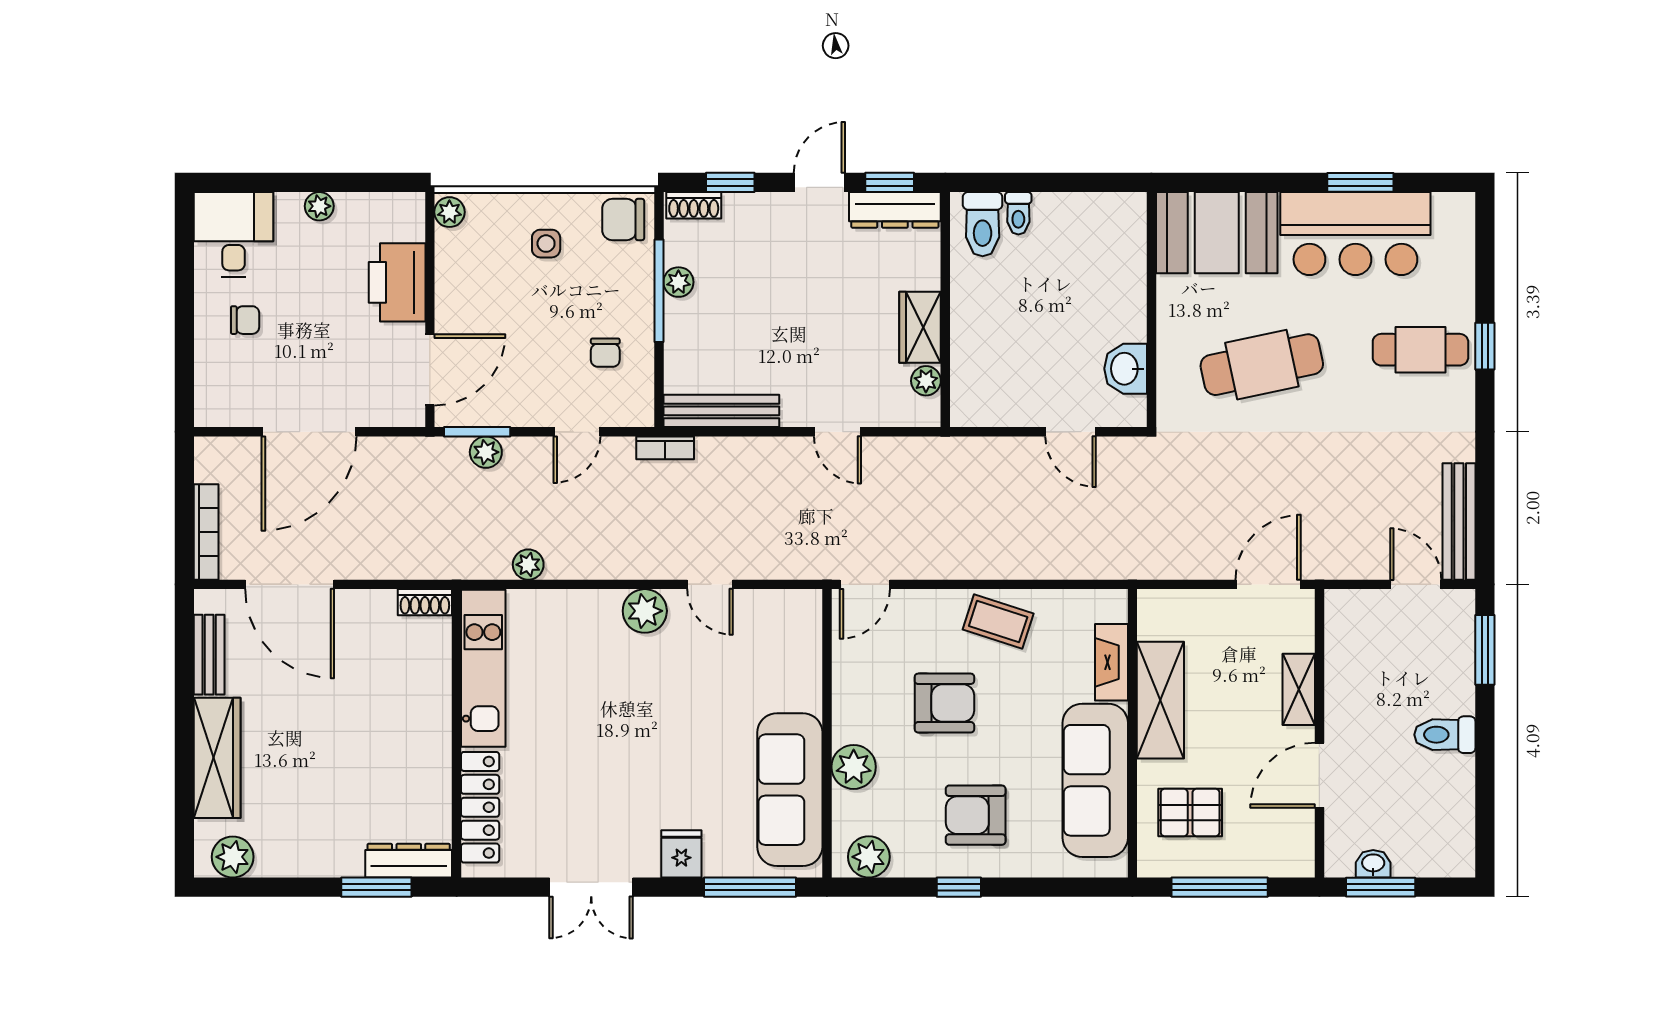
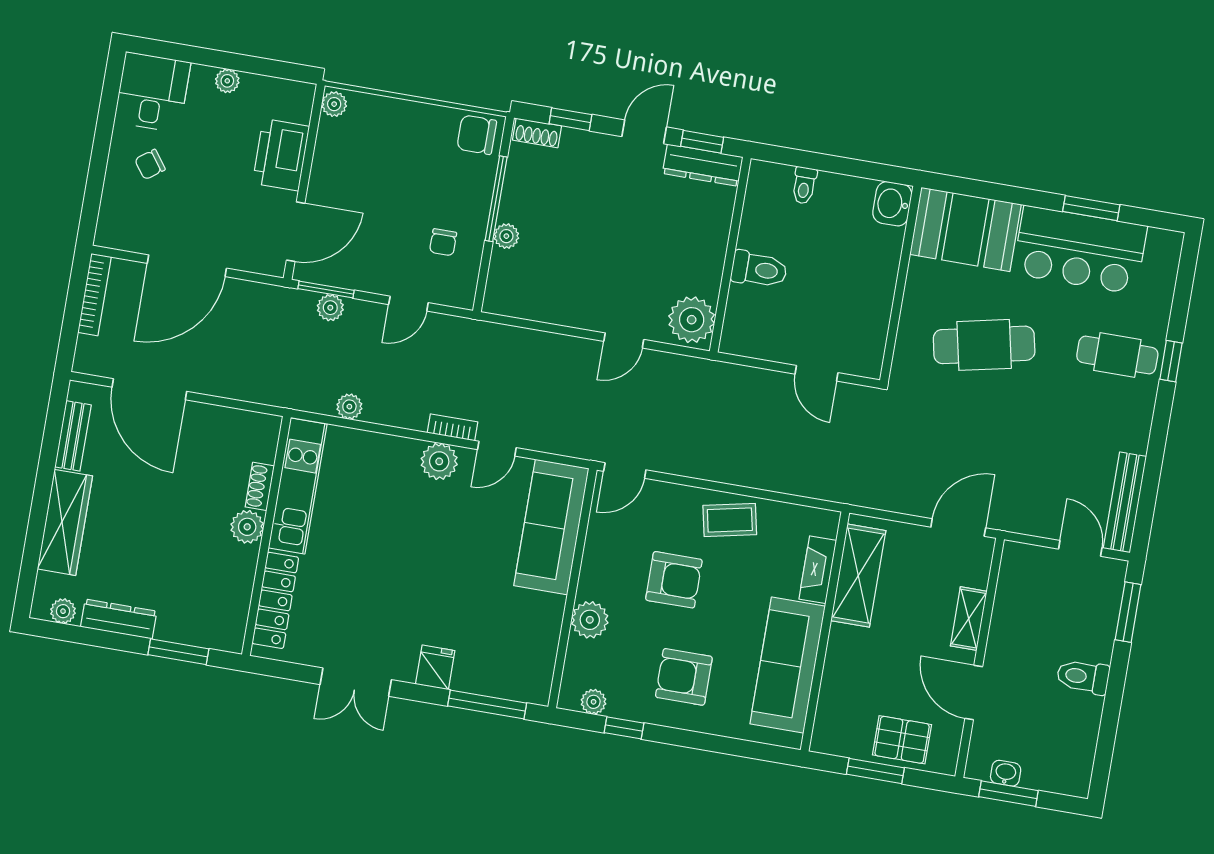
toilet: (983, 224) -> (759, 269), moved, turned -90
side table: (546, 244) -> (410, 144), removed
plant: (678, 282) -> (506, 236), moved
chair: (245, 320) -> (150, 164), turned 144
wardrobe: (920, 327) -> (707, 266), removed
washbasin: (1126, 369) -> (892, 204), moved
plant: (926, 381) -> (692, 320), width x1.88, depth x1.88
bench: (721, 411) -> (531, 307), removed
door: (837, 432) -> (624, 340), hinge flipped
bookcase: (665, 448) -> (452, 427), moved, turned 180
bookcase: (206, 532) -> (95, 295), moved
door: (710, 584) -> (497, 449), hinge flipped
shoe rack: (425, 602) -> (260, 486), moved, turned 90
coffee table: (998, 621) -> (730, 520), turned -30
shelving: (1160, 700) -> (858, 576), moved
plant: (432, 726) -> (247, 527), added
door: (1319, 775) -> (974, 693), hinge flipped
sofa: (790, 790) -> (551, 527), moved
pallet: (1190, 812) -> (902, 740), moved
plant: (233, 857) -> (63, 611), width x0.73, depth x0.73
plant: (869, 857) -> (594, 702), width x0.73, depth x0.73
dresser: (409, 861) -> (119, 619), moved
window: (959, 887) -> (624, 728), moved
window: (1220, 887) -> (875, 771), width x0.69

